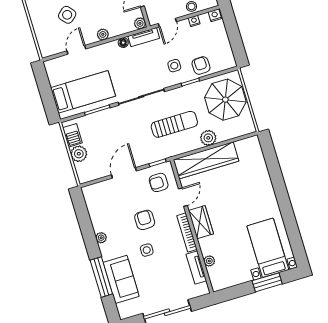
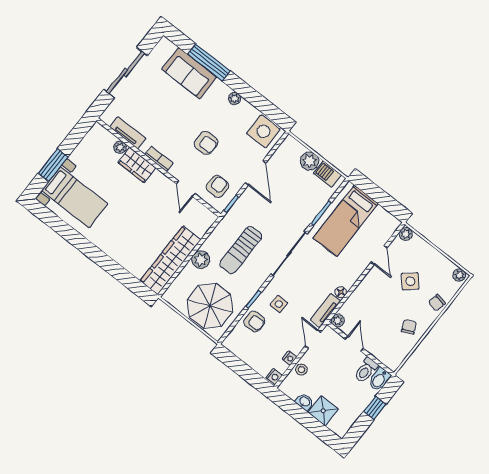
plant: (103, 34) -> (406, 234), moved
wardrobe: (206, 160) -> (170, 260), moved
wardrobe: (201, 222) -> (137, 165), moved
bookcase: (187, 233) -> (159, 159), width x0.64
side table: (147, 250) -> (263, 131), moved, width x1.87, depth x1.87

